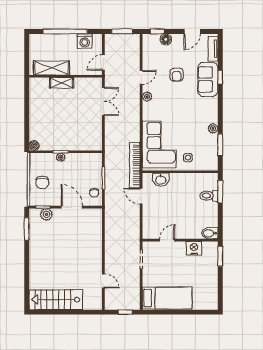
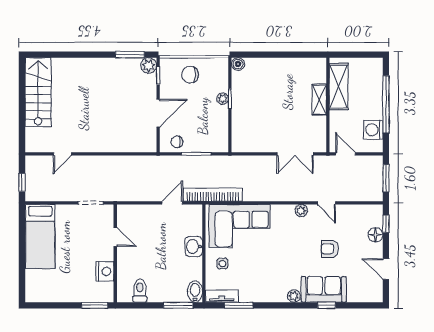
tv unit: (213, 49) -> (222, 296), moved
plant: (213, 128) -> (294, 296), moved
washbasin: (161, 180) -> (194, 247), moved
toilet: (209, 196) -> (140, 291), moved
plant: (46, 214) -> (149, 65), moved
bidet: (210, 233) -> (195, 292), moved

